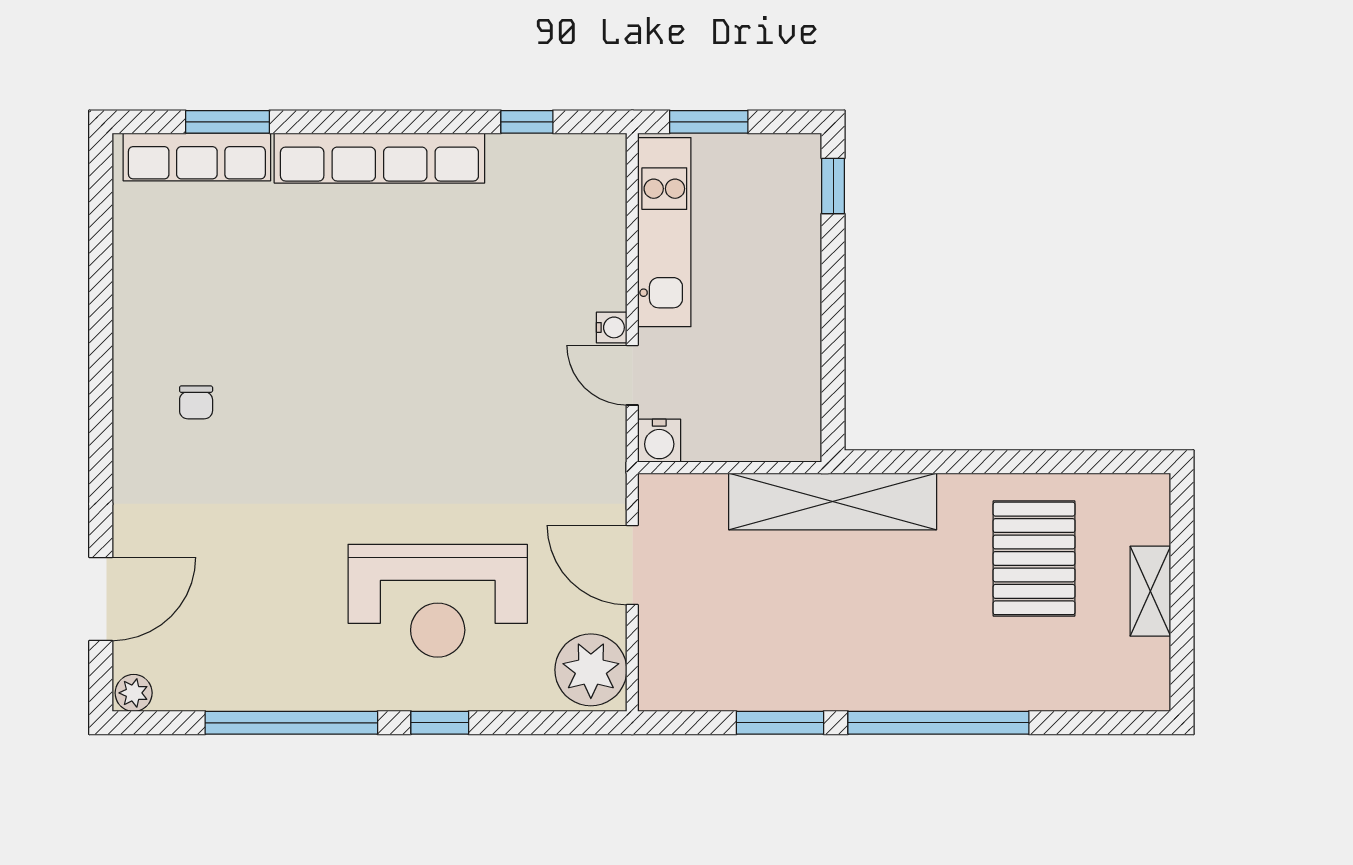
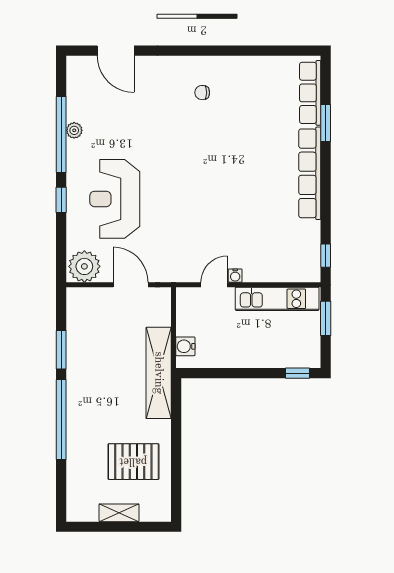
window: (228, 122) -> (326, 123), moved
window: (527, 122) -> (326, 256), moved
water cooler: (659, 441) -> (185, 346), moved
door: (632, 565) -> (131, 285), hinge flipped
plant: (134, 693) -> (74, 130), moved

